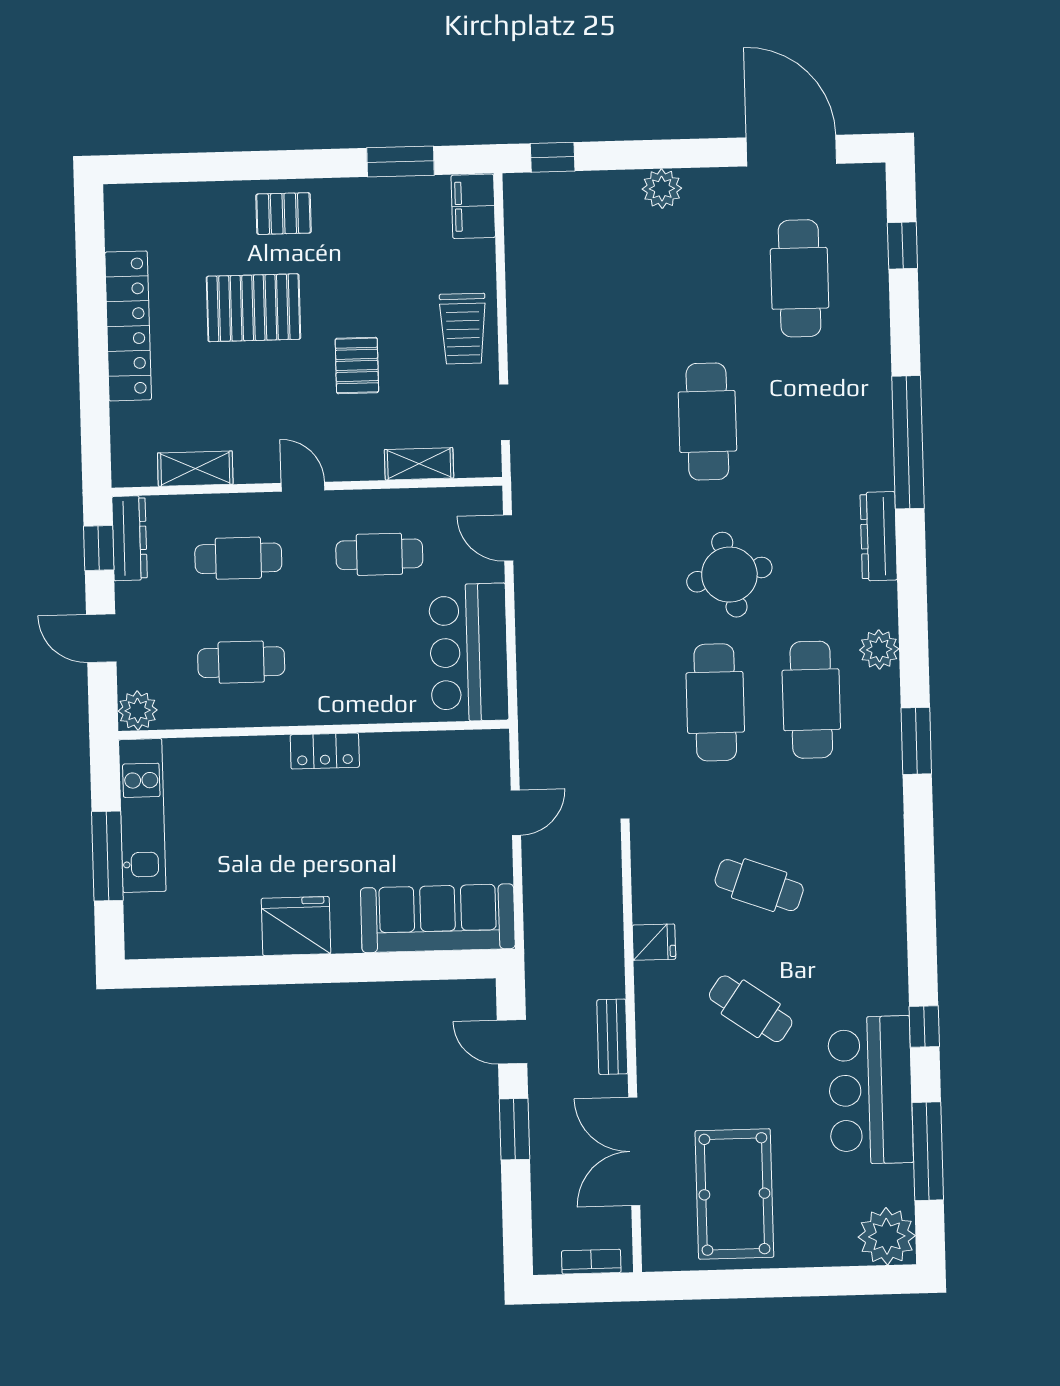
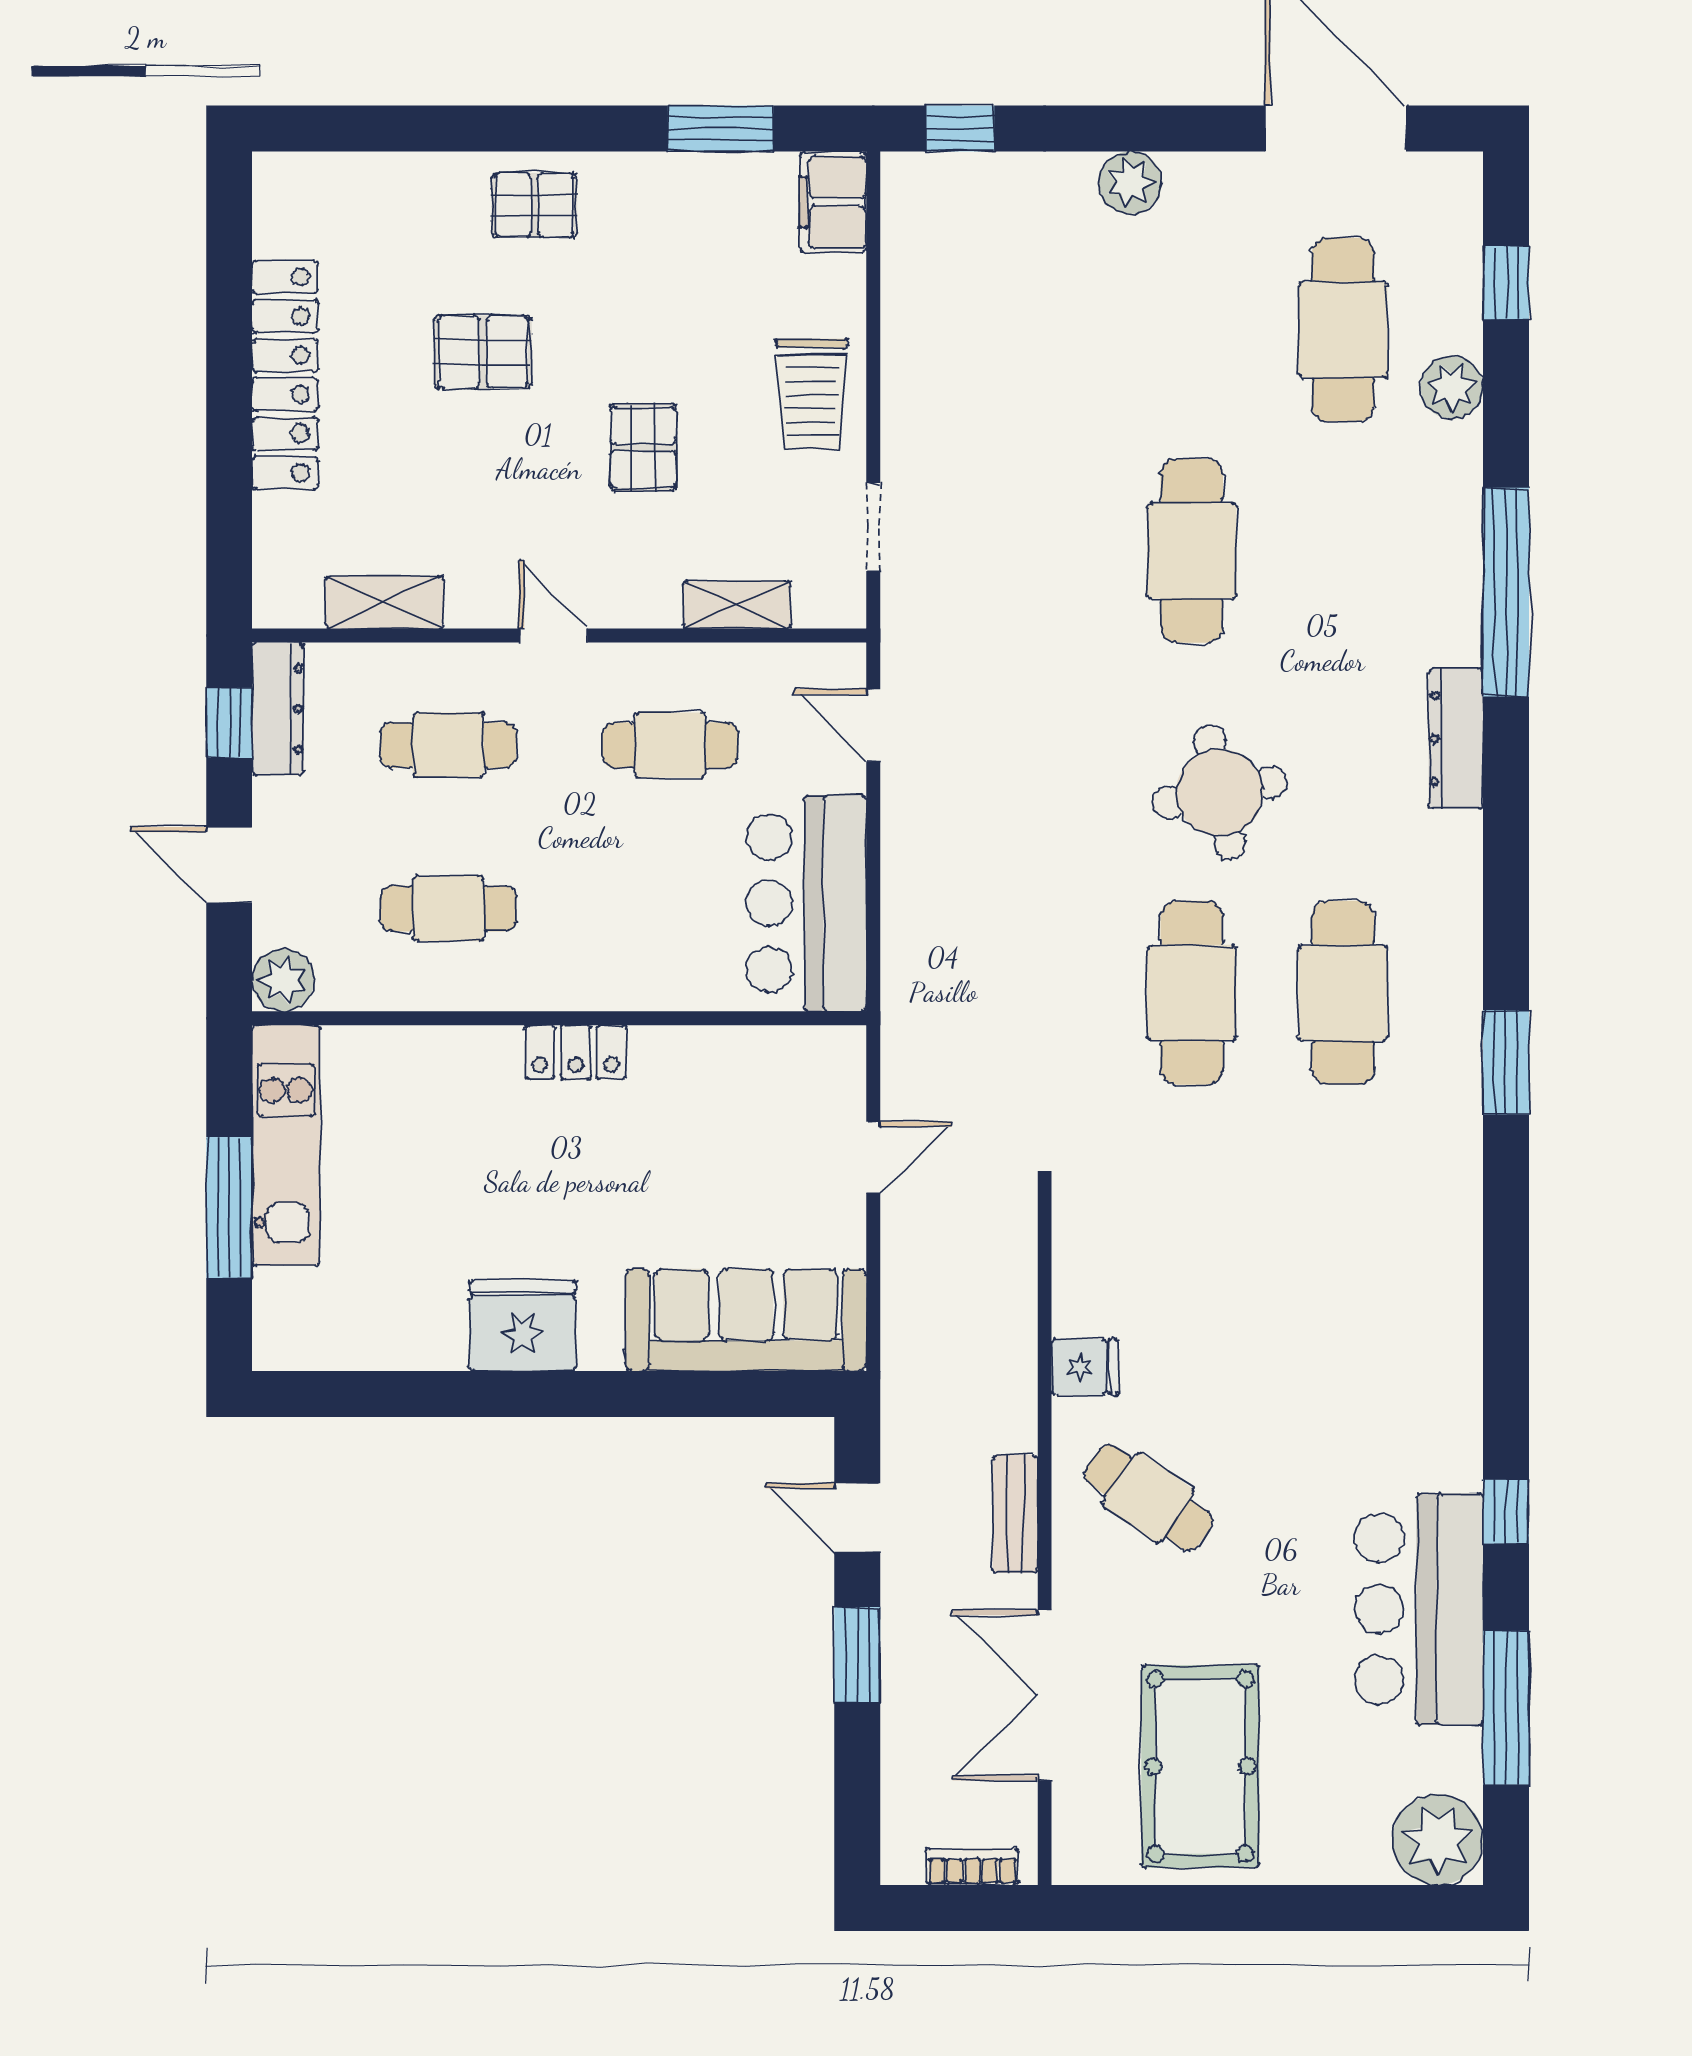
pallet: (253, 308) -> (483, 352), width x0.67, depth x0.71
plant: (879, 649) -> (1452, 388), moved
cafe table: (759, 885) -> (1253, 1282), removed
cafe table: (751, 1009) -> (1149, 1498), moved

